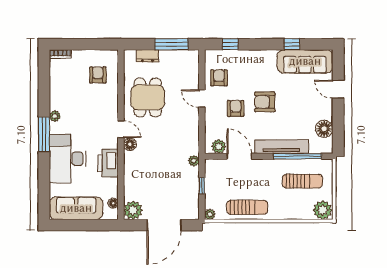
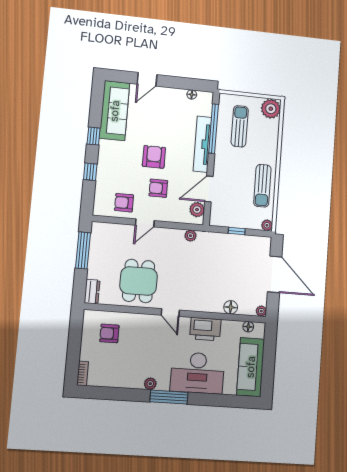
window: (230, 44) -> (90, 172), moved
window: (292, 44) -> (94, 136), moved
dresser: (147, 56) -> (92, 292), moved
dining table: (148, 97) -> (139, 281), turned 90
armchair: (265, 102) -> (154, 157), turned 180
door: (121, 129) -> (170, 313), swing flipped
floor lamp: (324, 129) -> (192, 95), width x0.53, depth x0.53
floor lamp: (130, 144) -> (231, 307), moved
plant: (194, 161) -> (191, 236), moved
sun lounger: (247, 207) -> (262, 186), turned 180
plant: (133, 210) -> (261, 311), width x0.53, depth x0.53

